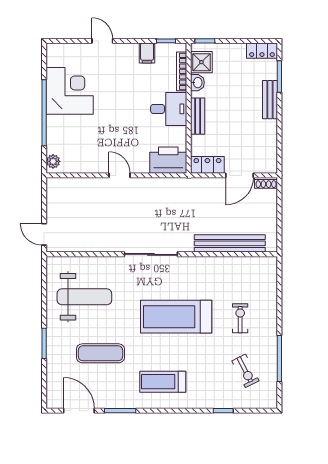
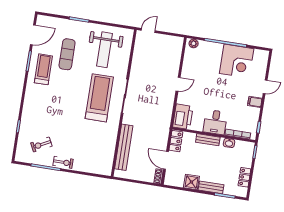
locker: (262, 51) -> (244, 177), moved
filing cabinet: (147, 53) -> (255, 102), moved
shower: (201, 62) -> (191, 182), moved
treadmill: (176, 317) -> (99, 98), moved
exercise bike: (240, 318) -> (63, 162), moved
treadmill: (163, 382) -> (43, 69), moved

